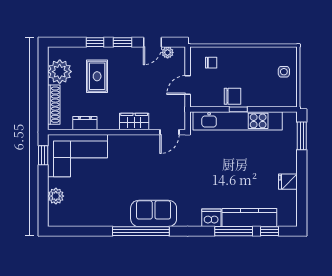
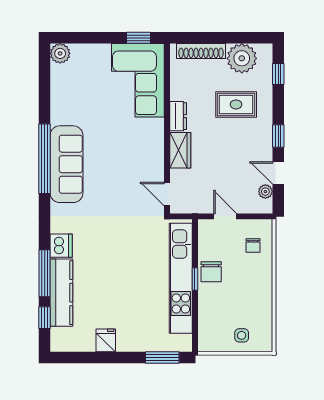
window: (95, 42) -> (278, 74), moved
dresser: (85, 123) -> (178, 116), moved
plant: (56, 196) -> (60, 53), moved
sofa: (154, 213) -> (66, 164), width x1.36

